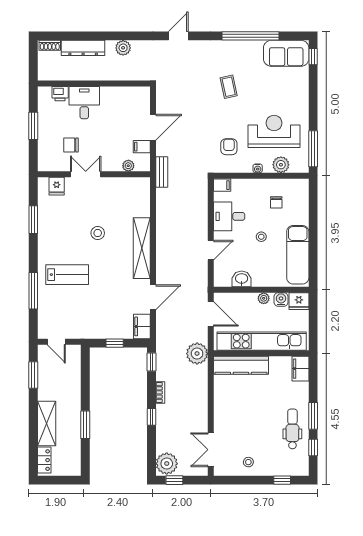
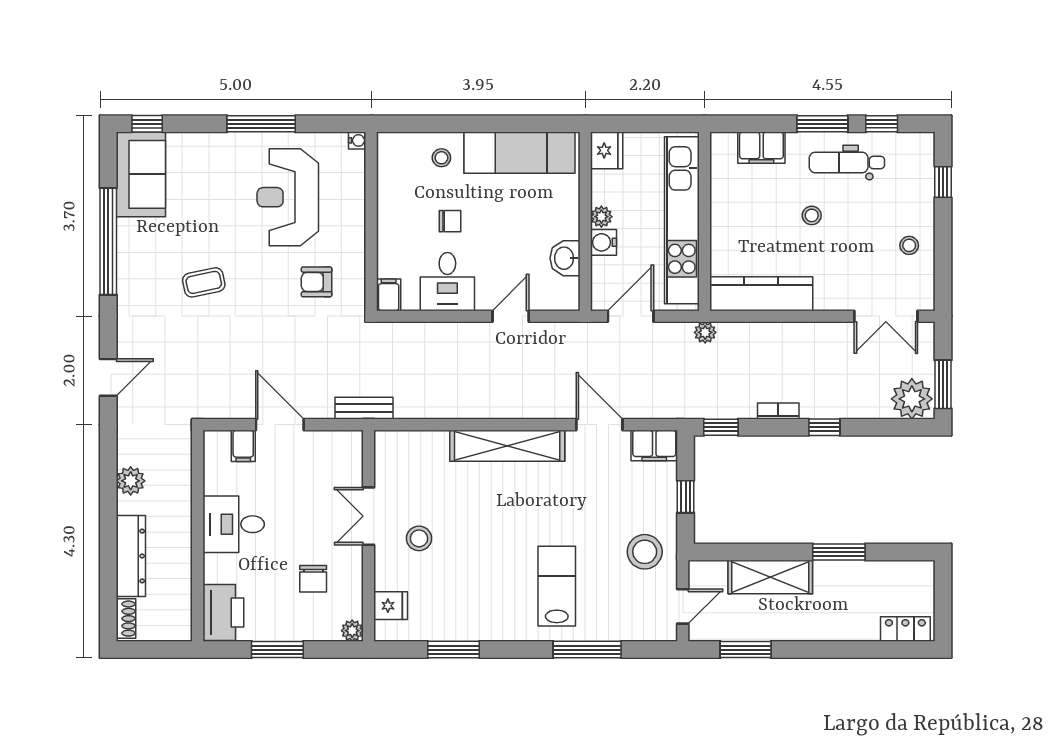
door: (178, 36) -> (108, 377), swing flipped
printer: (60, 94) -> (223, 612), width x1.87, depth x1.48
desk: (84, 103) -> (234, 524), moved
filing cabinet: (142, 147) -> (243, 446), moved
window: (313, 149) -> (261, 124), moved
plant: (281, 165) -> (350, 184), removed
plant: (128, 166) -> (352, 631), moved
water cooler: (258, 168) -> (357, 140), moved
double door: (86, 174) -> (368, 516), moved
chair: (276, 202) -> (450, 221), moved
stool: (98, 233) -> (419, 538), moved
stool: (261, 237) -> (441, 158), moved
door: (211, 250) -> (511, 316), hinge flipped
water cooler: (281, 299) -> (604, 242), moved
stool: (85, 321) -> (645, 552), added
plant: (197, 354) -> (705, 332), width x0.53, depth x0.53
kitchen counter: (241, 365) -> (761, 294), moved, turned -90
filing cabinet: (300, 369) -> (761, 148), moved
stool: (264, 410) -> (812, 215), added
shelving: (47, 423) -> (770, 577), moved
window: (174, 480) -> (943, 384), width x1.50

